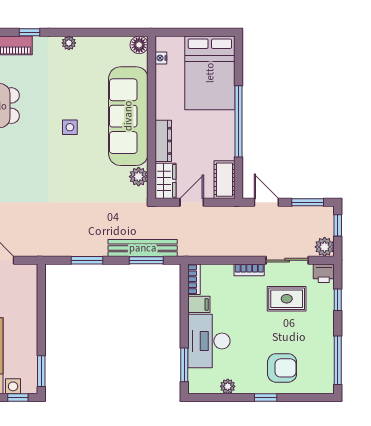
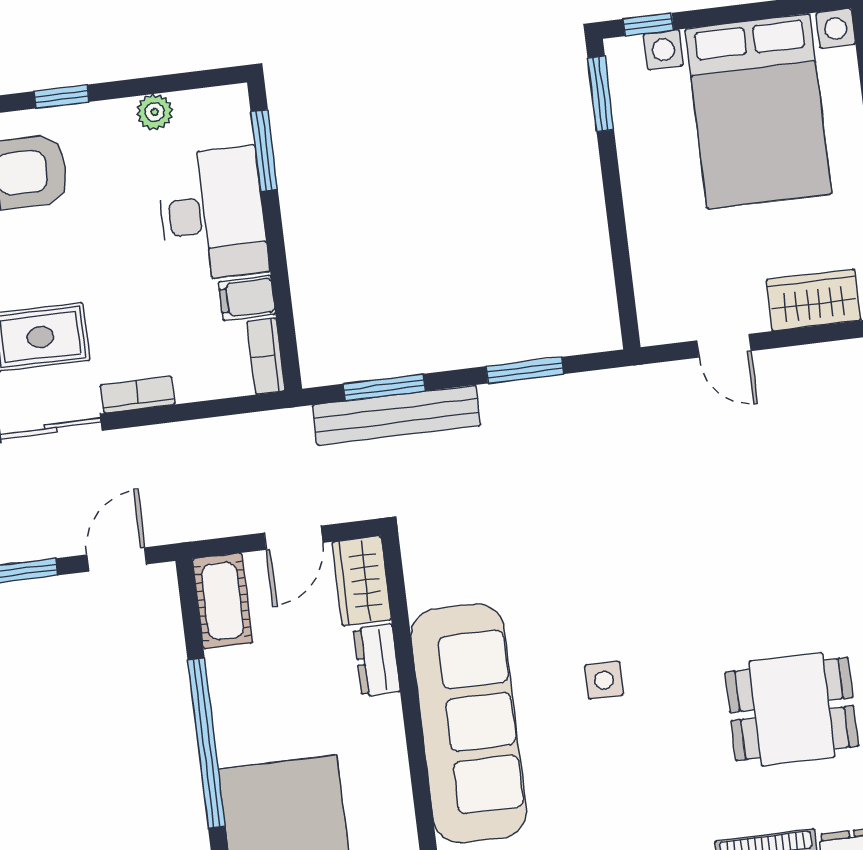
dresser: (163, 141) -> (377, 660), width x0.70
plant: (139, 177) -> (427, 583), removed
door: (266, 202) -> (117, 559), swing flipped

